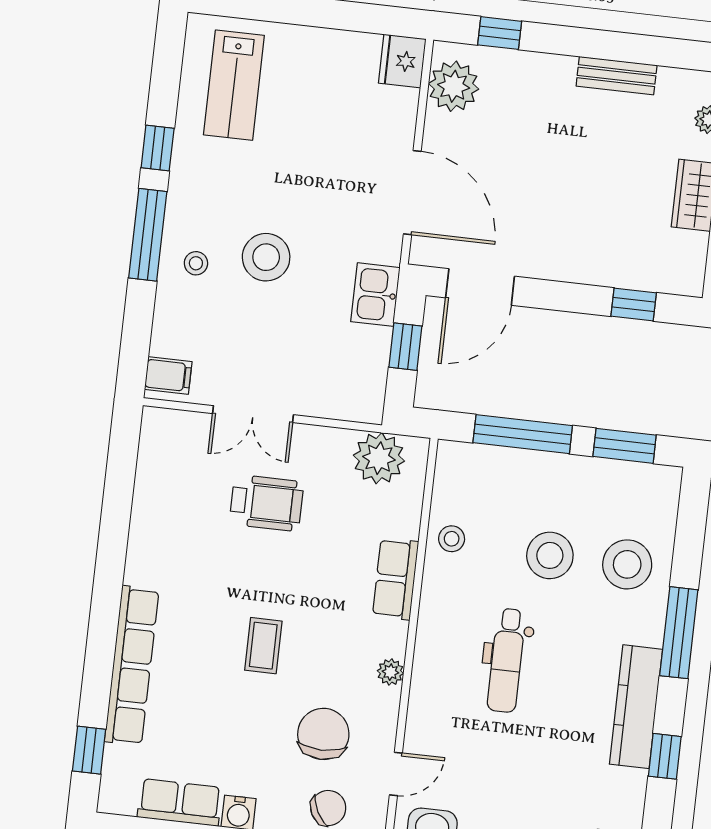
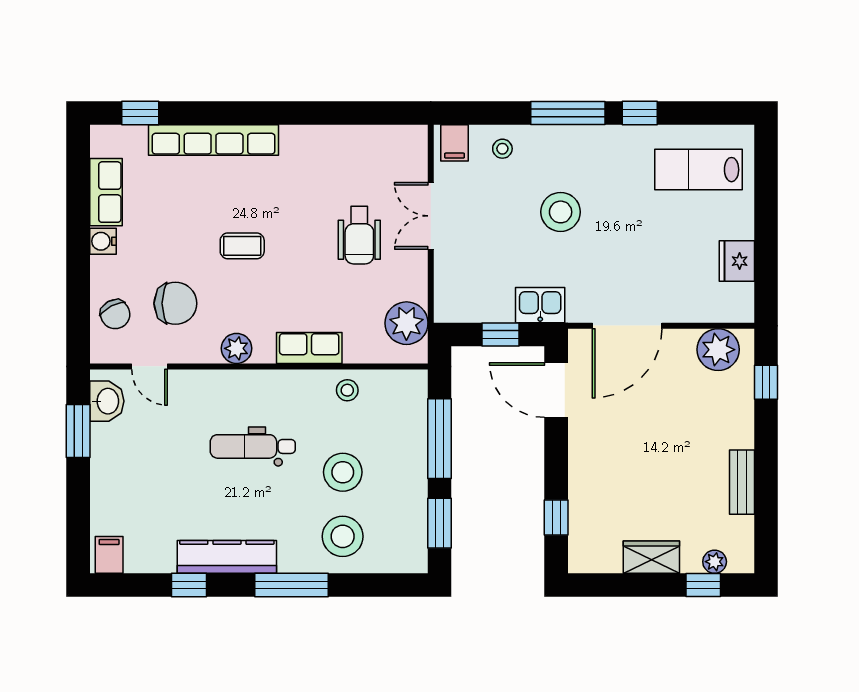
fridge: (402, 61) -> (737, 261), moved, turned -90
stool: (196, 263) -> (502, 149), moved
plant: (390, 672) -> (237, 348), width x1.38, depth x1.38

